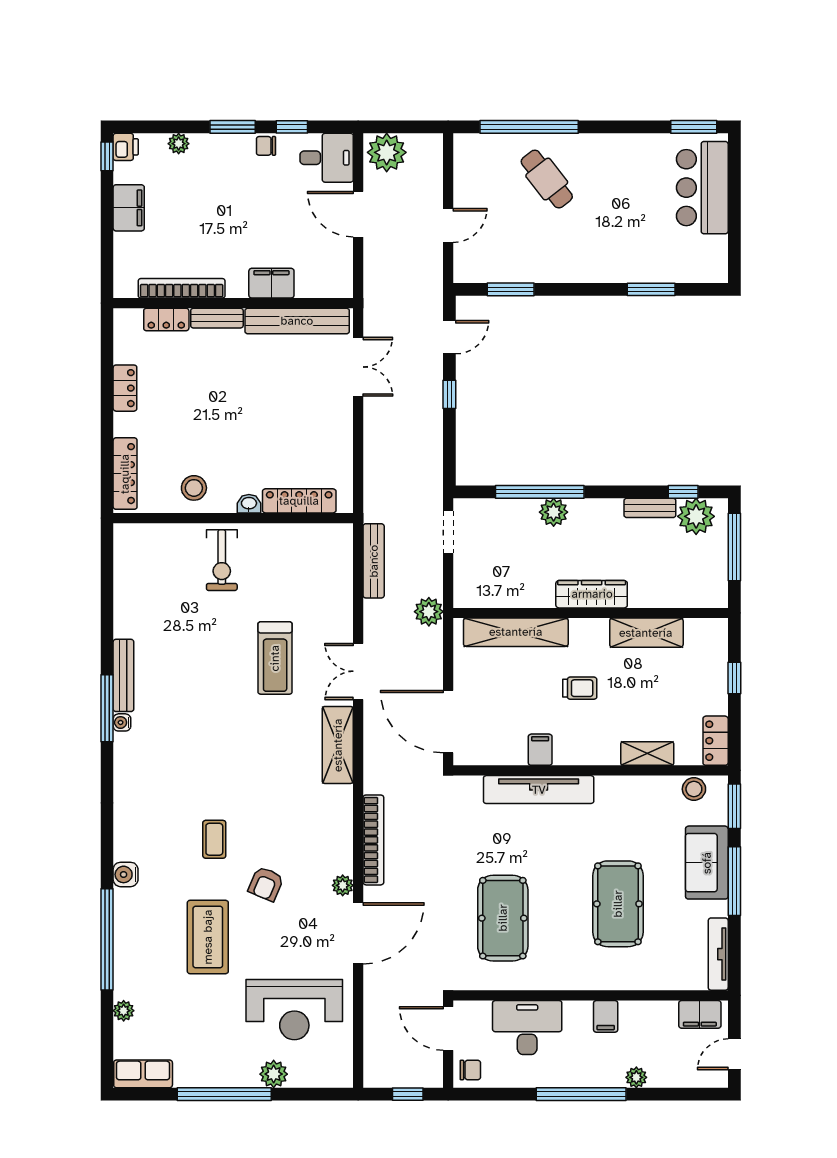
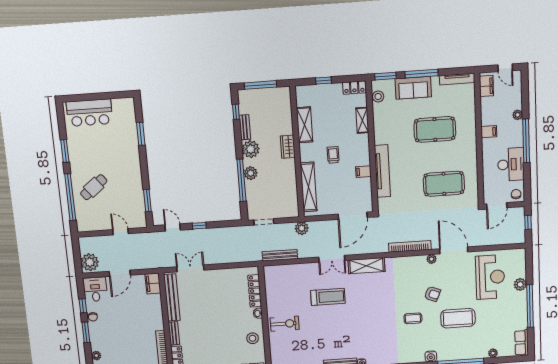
window: (694, 127) -> (65, 151), moved
filing cabinet: (271, 283) -> (153, 283), moved
plant: (696, 516) -> (251, 149), moved
wardrobe: (592, 594) -> (288, 147), width x0.67
desk: (527, 1027) -> (511, 164), moved, turned 180

